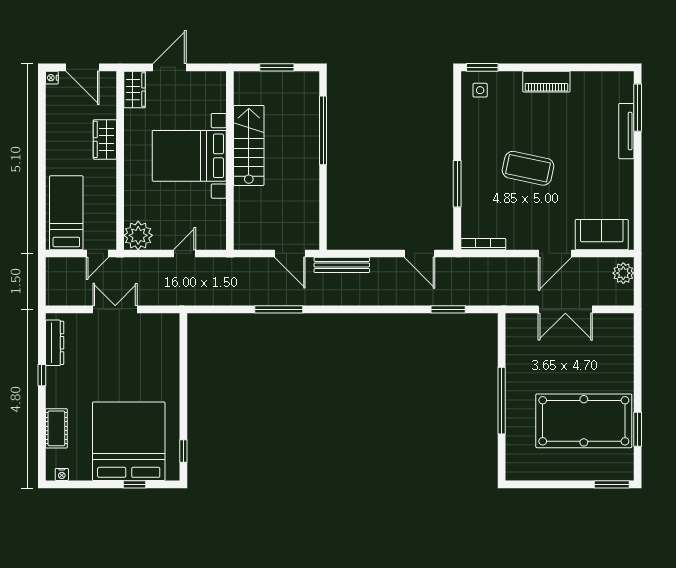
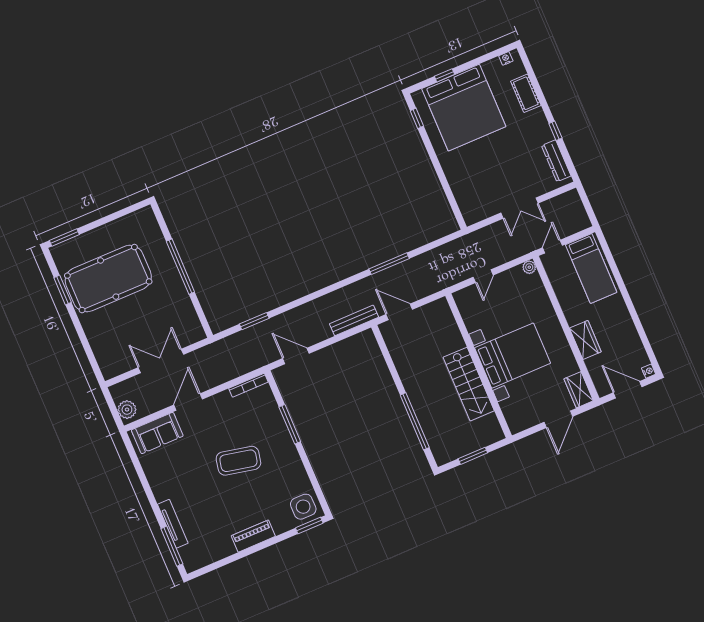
side table: (480, 90) -> (303, 507), width x1.87, depth x1.87
plant: (138, 235) -> (529, 267), width x0.53, depth x0.53

